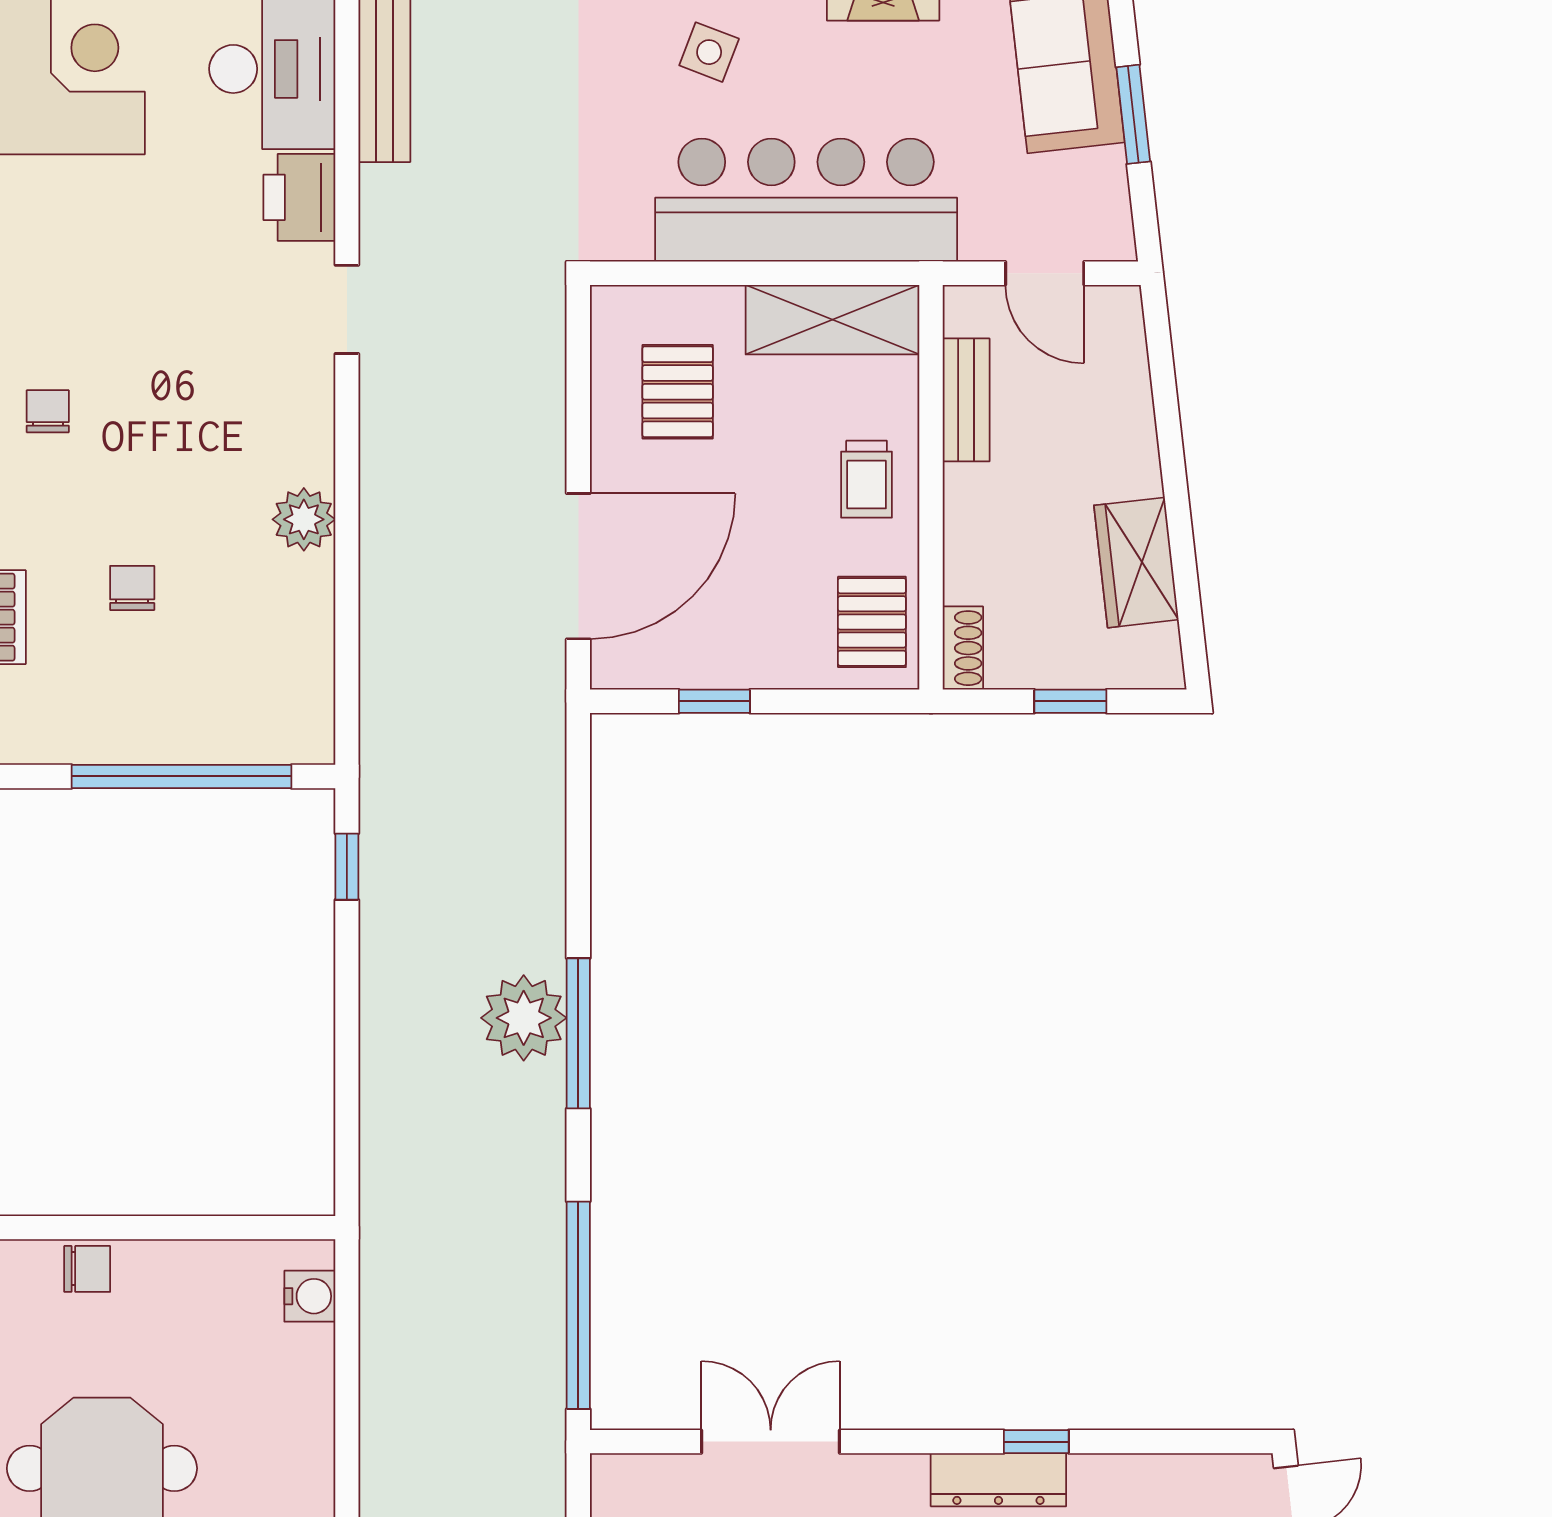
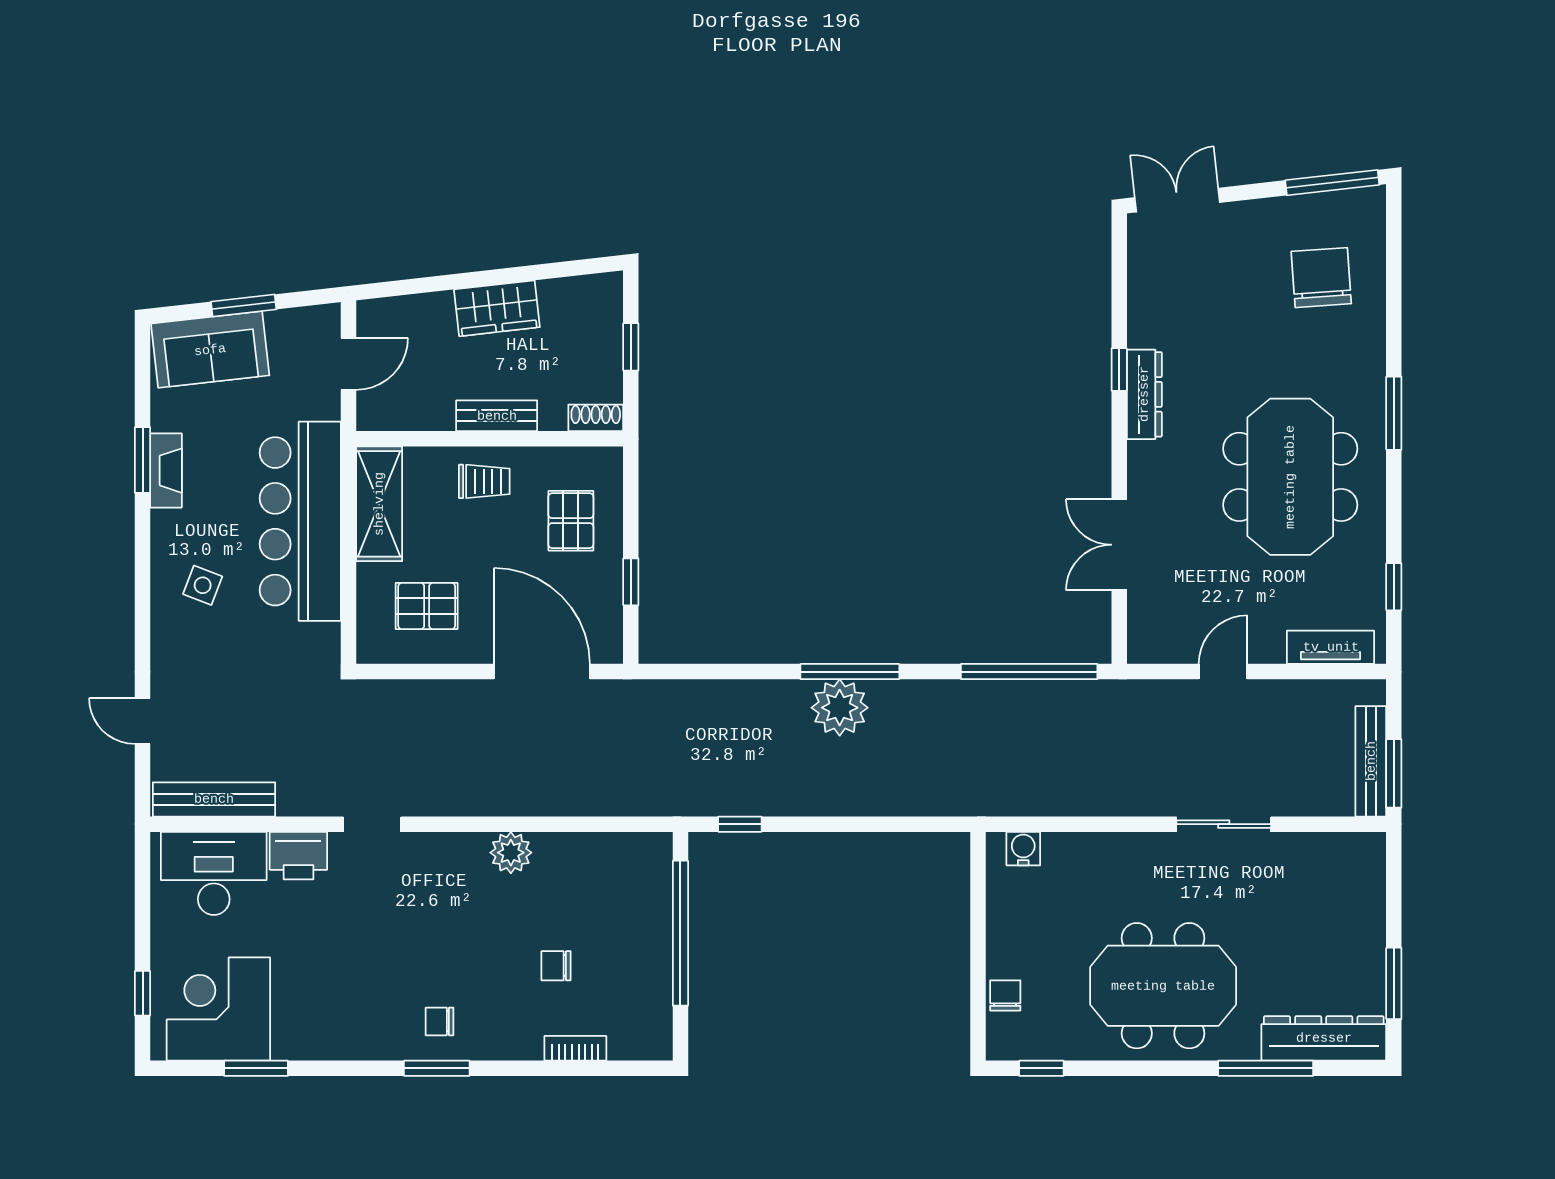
bench: (966, 400) -> (497, 416), moved
wardrobe: (1136, 563) -> (497, 308), moved
pallet: (872, 622) -> (571, 521), moved, turned 90

